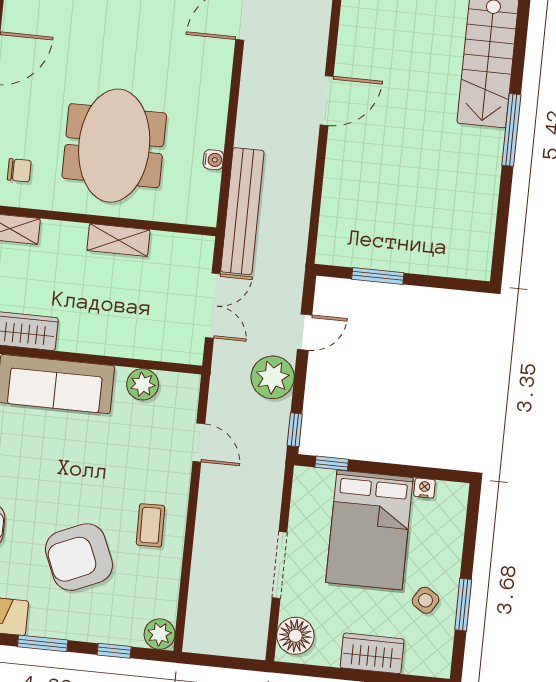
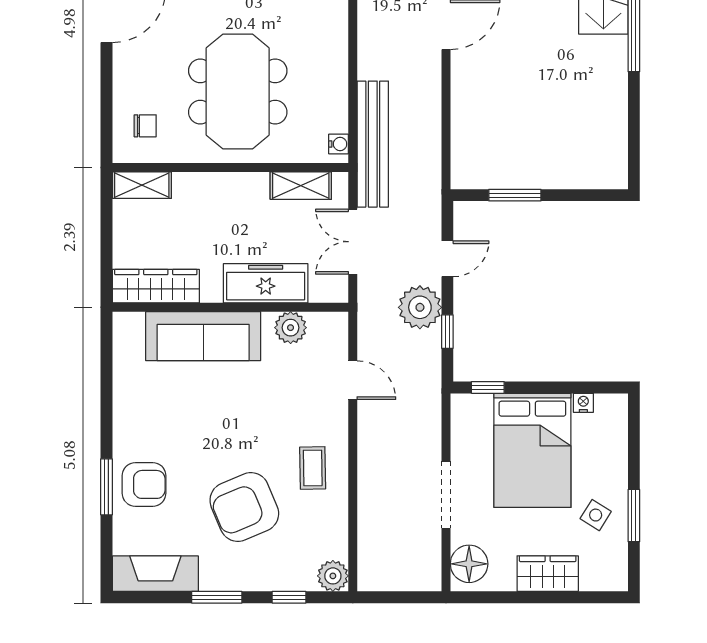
water cooler: (213, 160) -> (338, 144), moved
shelving: (118, 240) -> (301, 186), moved
double door: (213, 306) -> (353, 242), swing flipped
freezer: (122, 338) -> (266, 283), added
window: (295, 430) -> (447, 332), moved

